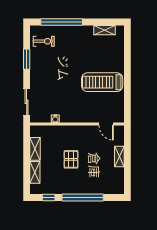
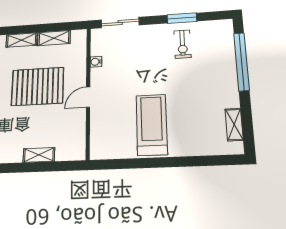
exercise bike: (44, 41) -> (182, 44), moved
door: (106, 124) -> (88, 97), moved
pallet: (71, 159) -> (37, 86), width x2.05, depth x2.00

